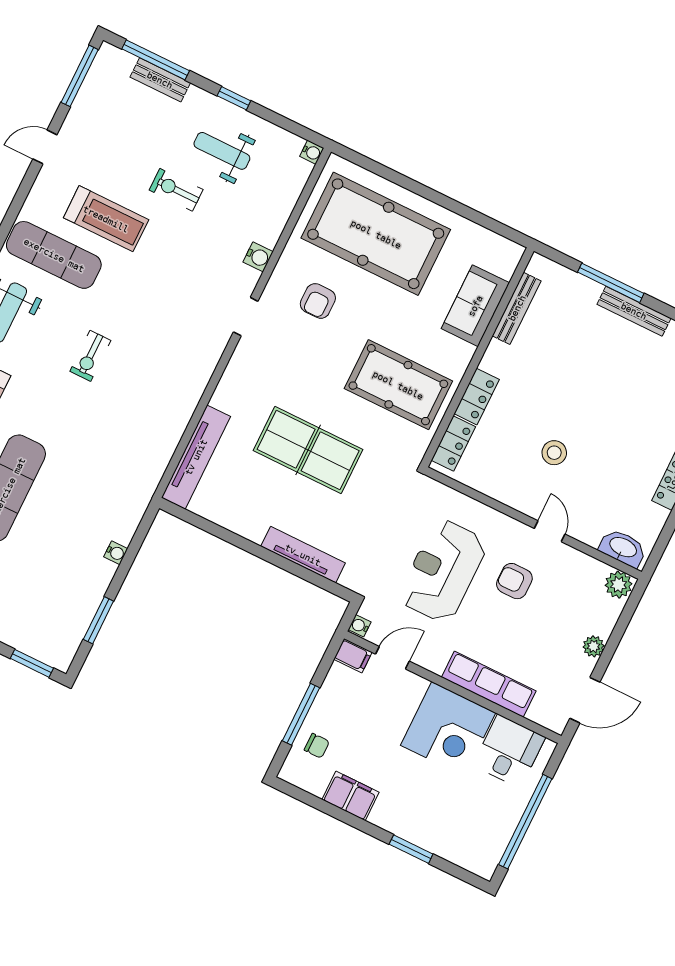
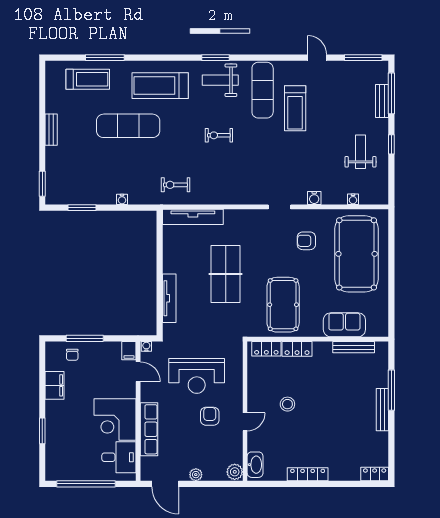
water cooler: (312, 152) -> (353, 199), moved
exercise bike: (176, 190) -> (175, 185), moved, turned -90
reception desk: (443, 571) -> (197, 376), turned 180

